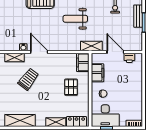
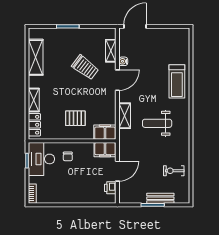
weight bench: (75, 19) -> (157, 123), turned -90
shelving: (91, 46) -> (125, 116), moved
filing cabinet: (97, 73) -> (105, 150), moved

